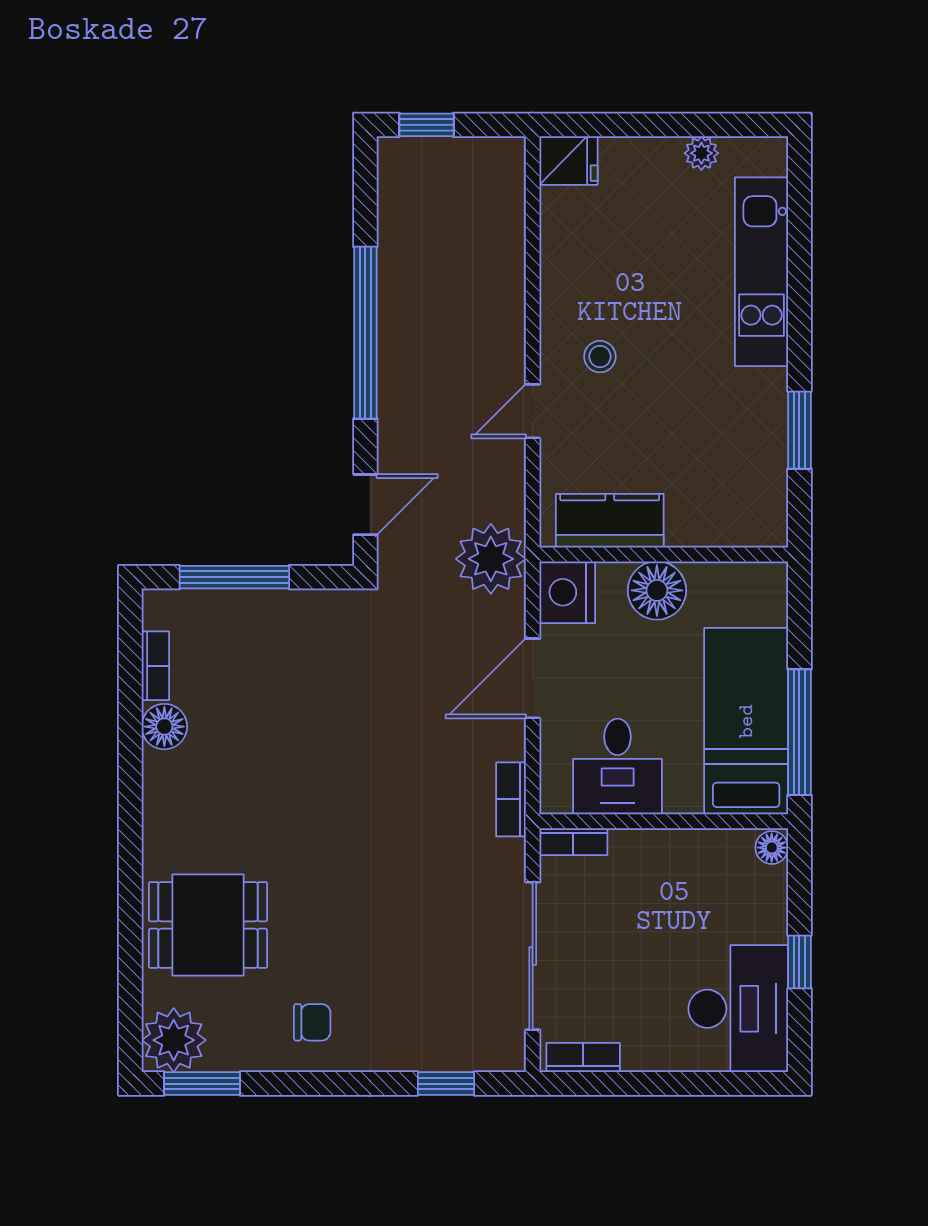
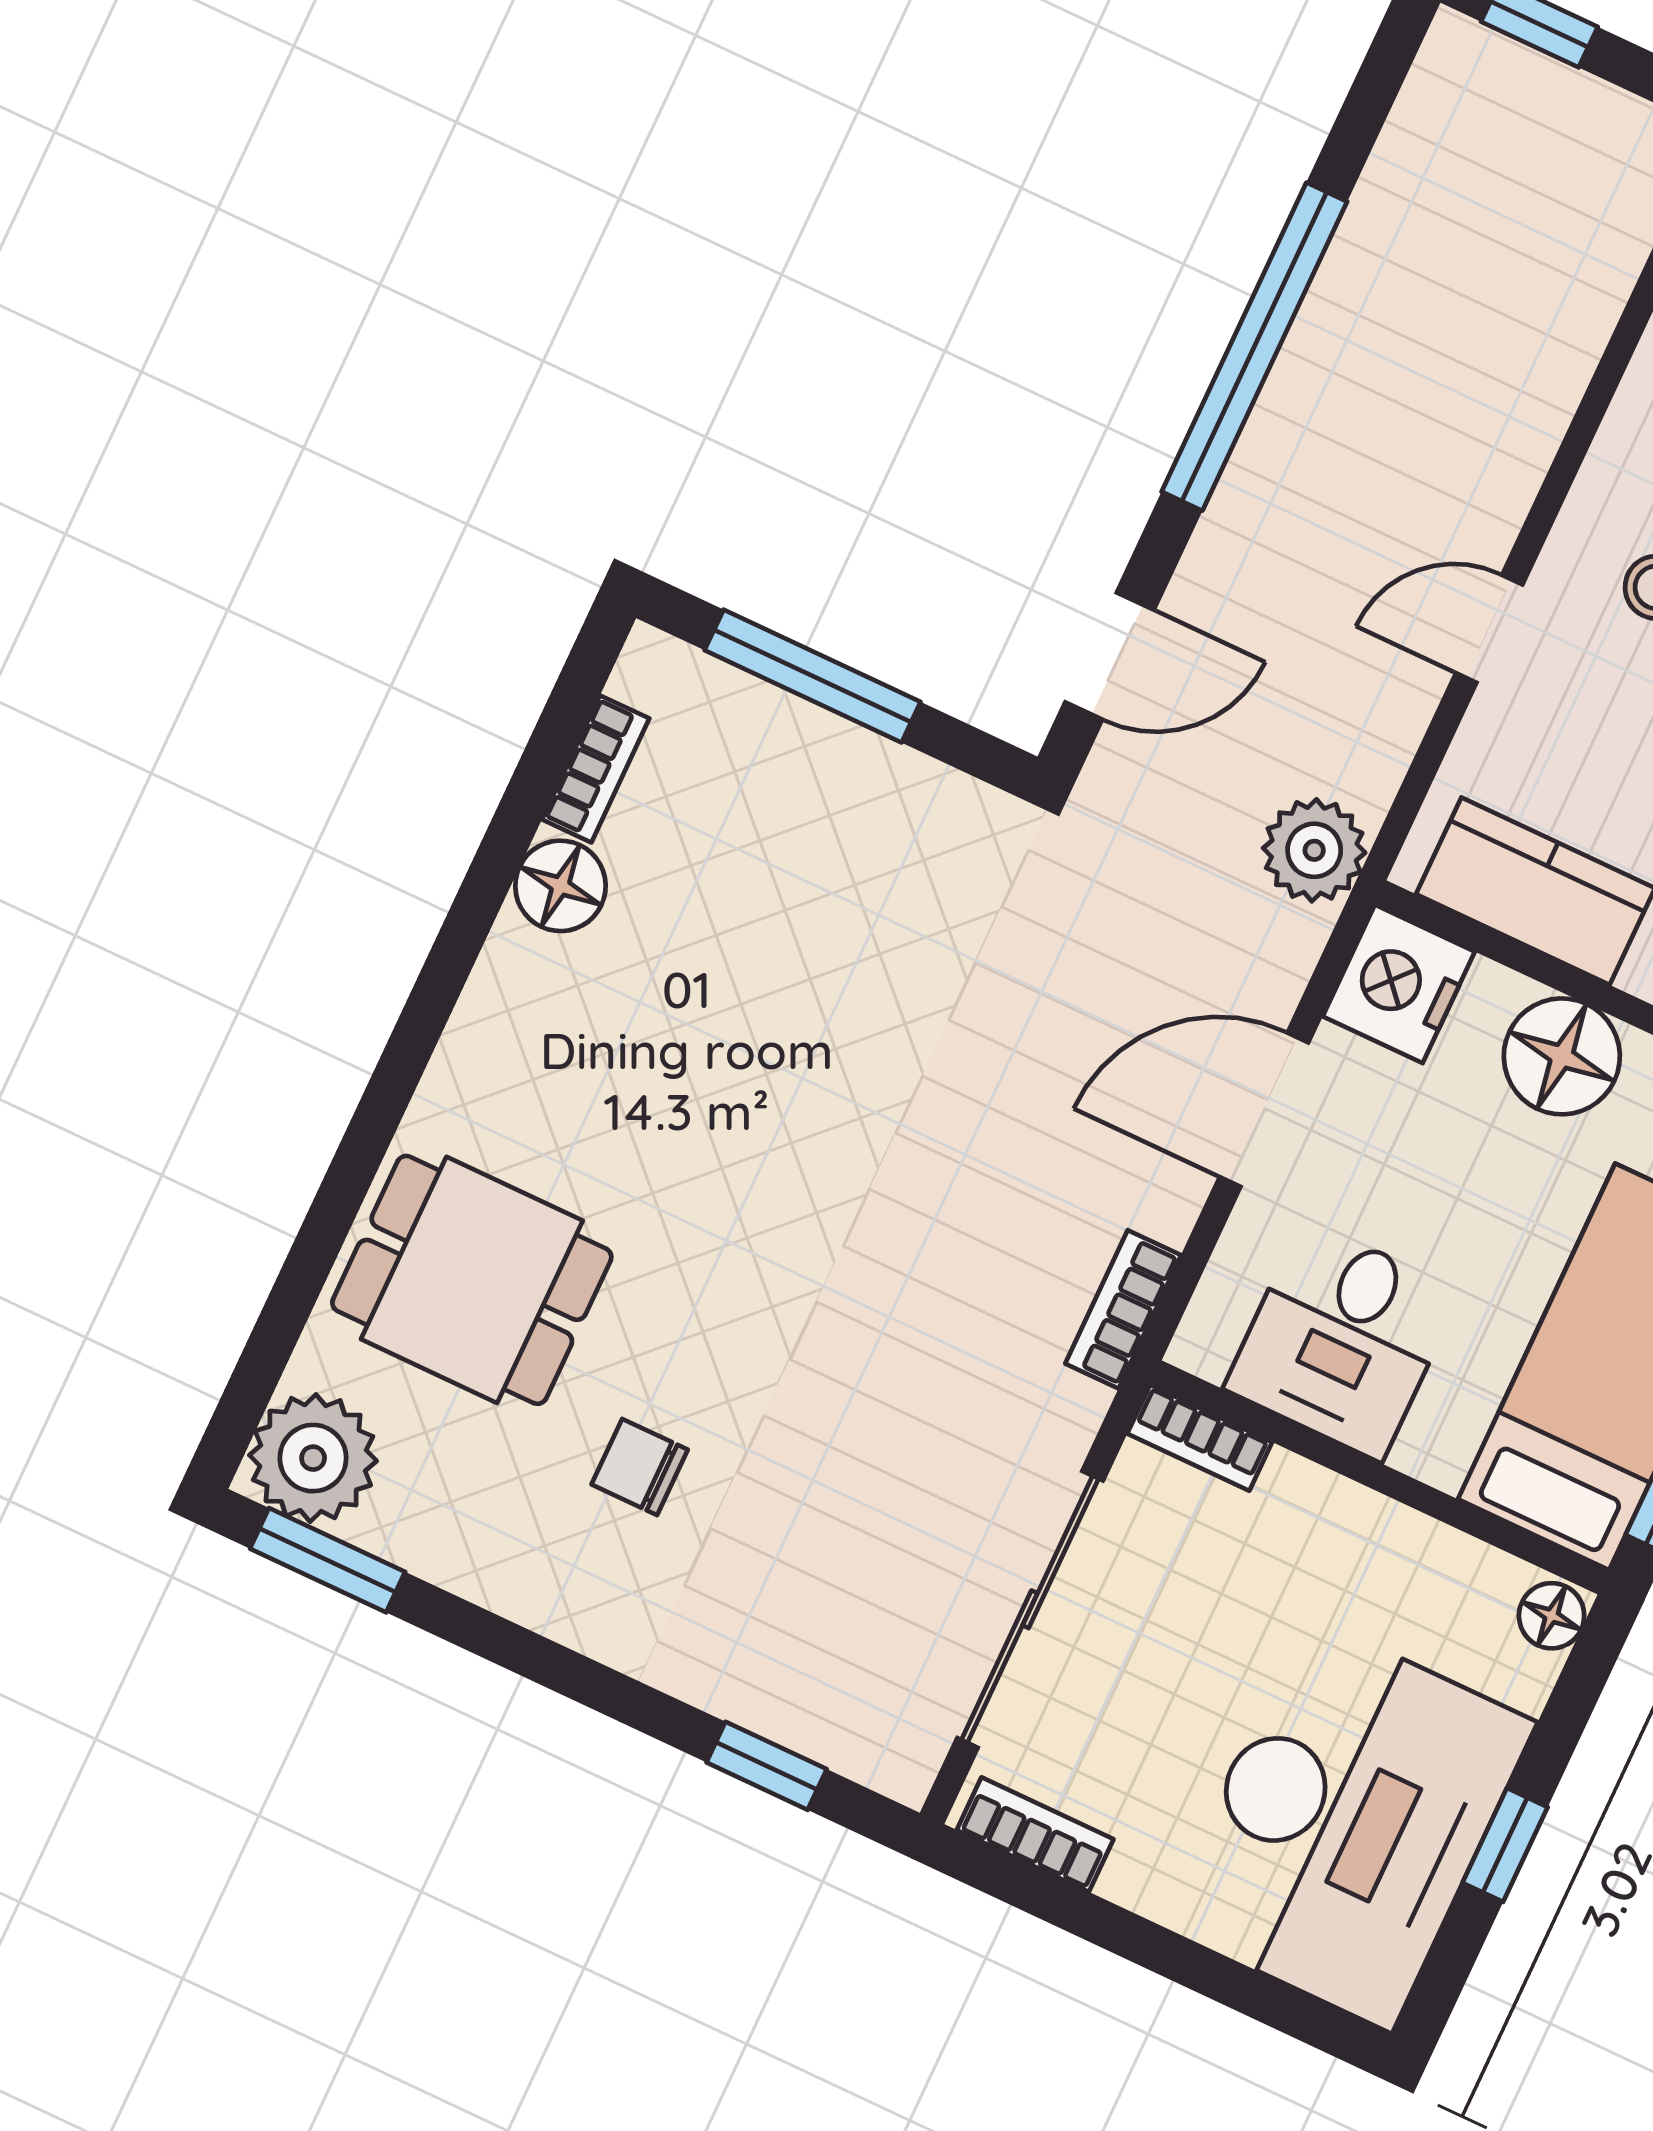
plant: (491, 559) -> (1314, 850), width x0.73, depth x0.73
desk: (738, 1009) -> (1348, 1823), width x1.36, depth x1.30
chair: (312, 1022) -> (640, 1467), moved, turned 180

